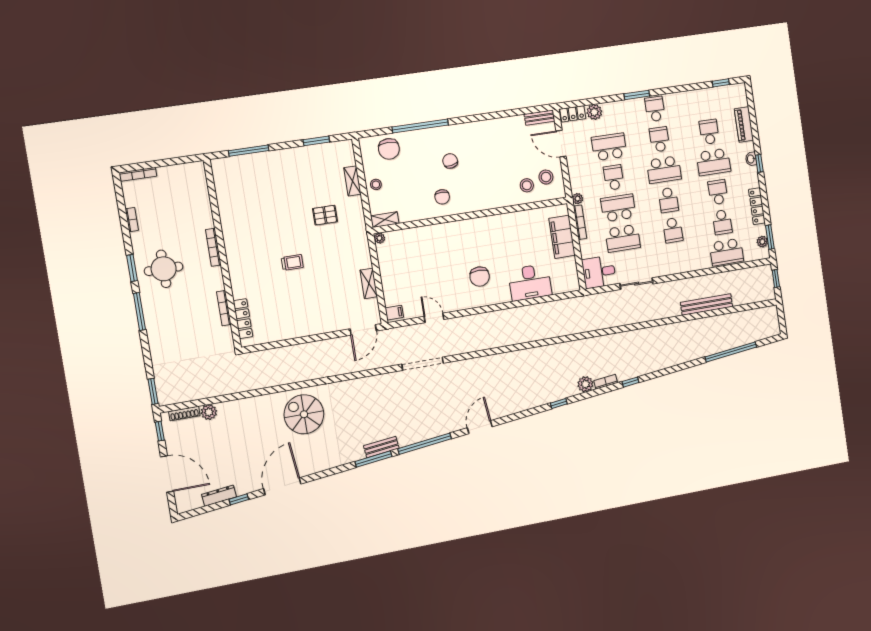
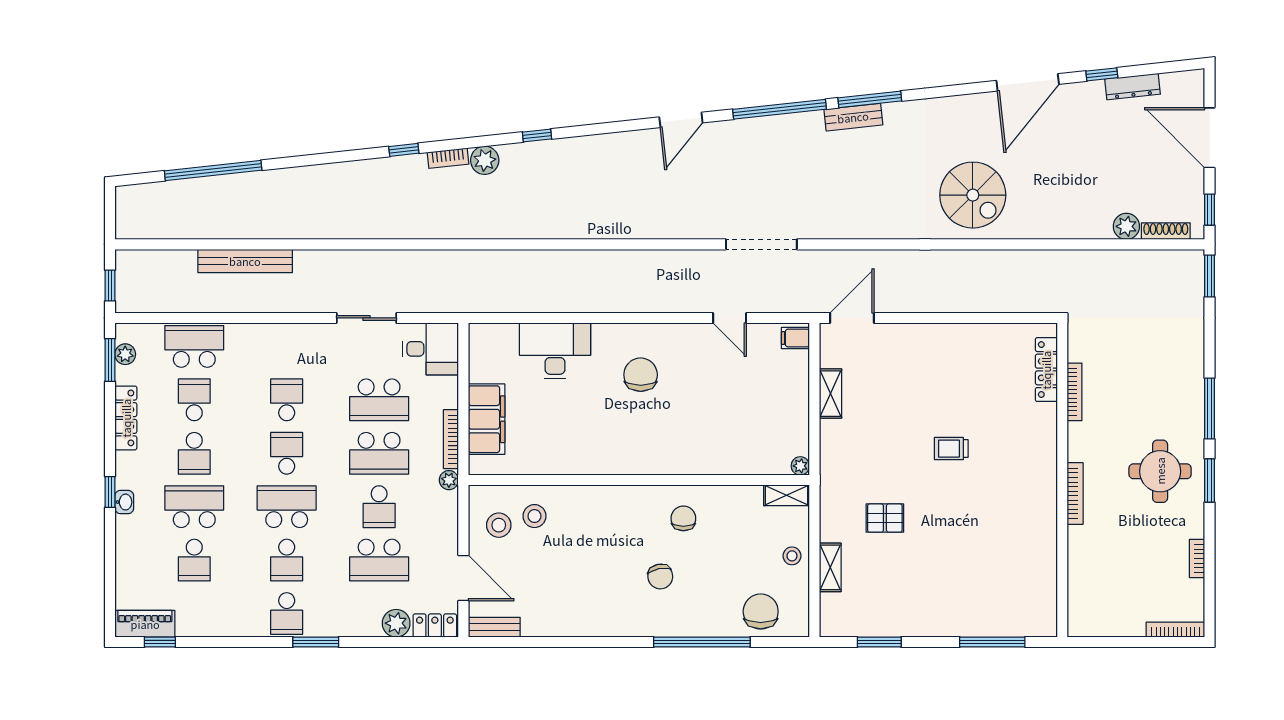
piano: (744, 125) -> (145, 624), moved, turned -90
school desk: (623, 238) -> (379, 400), turned 180

